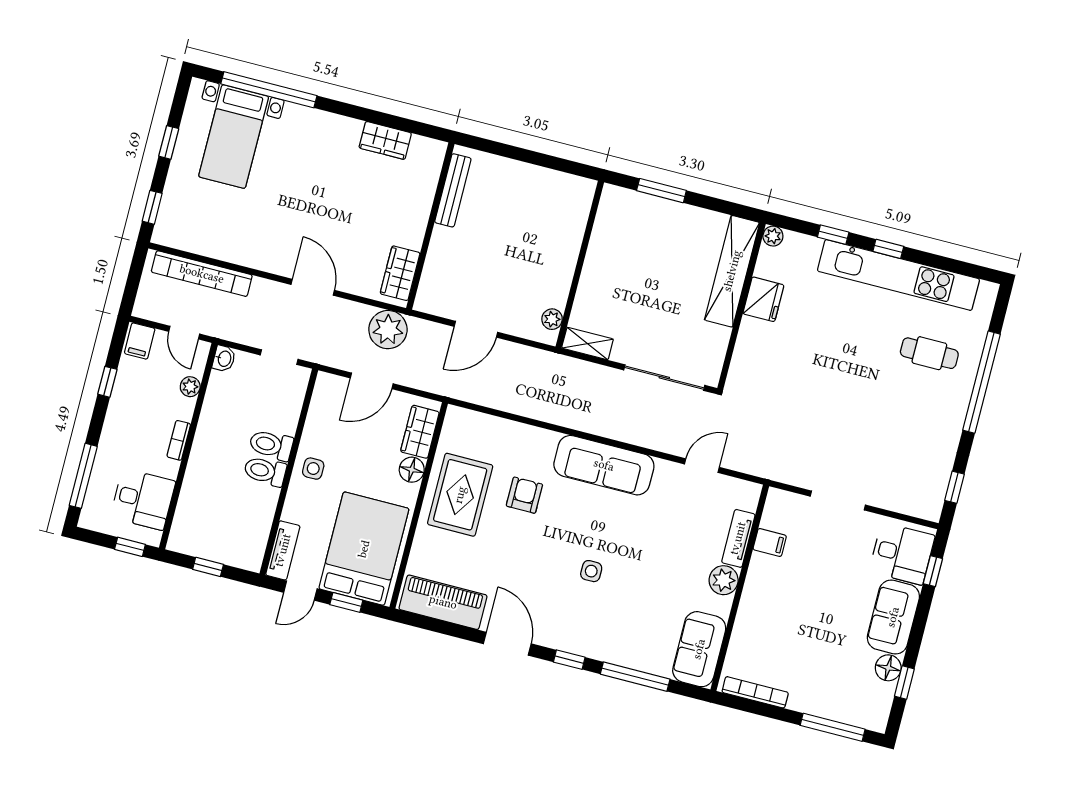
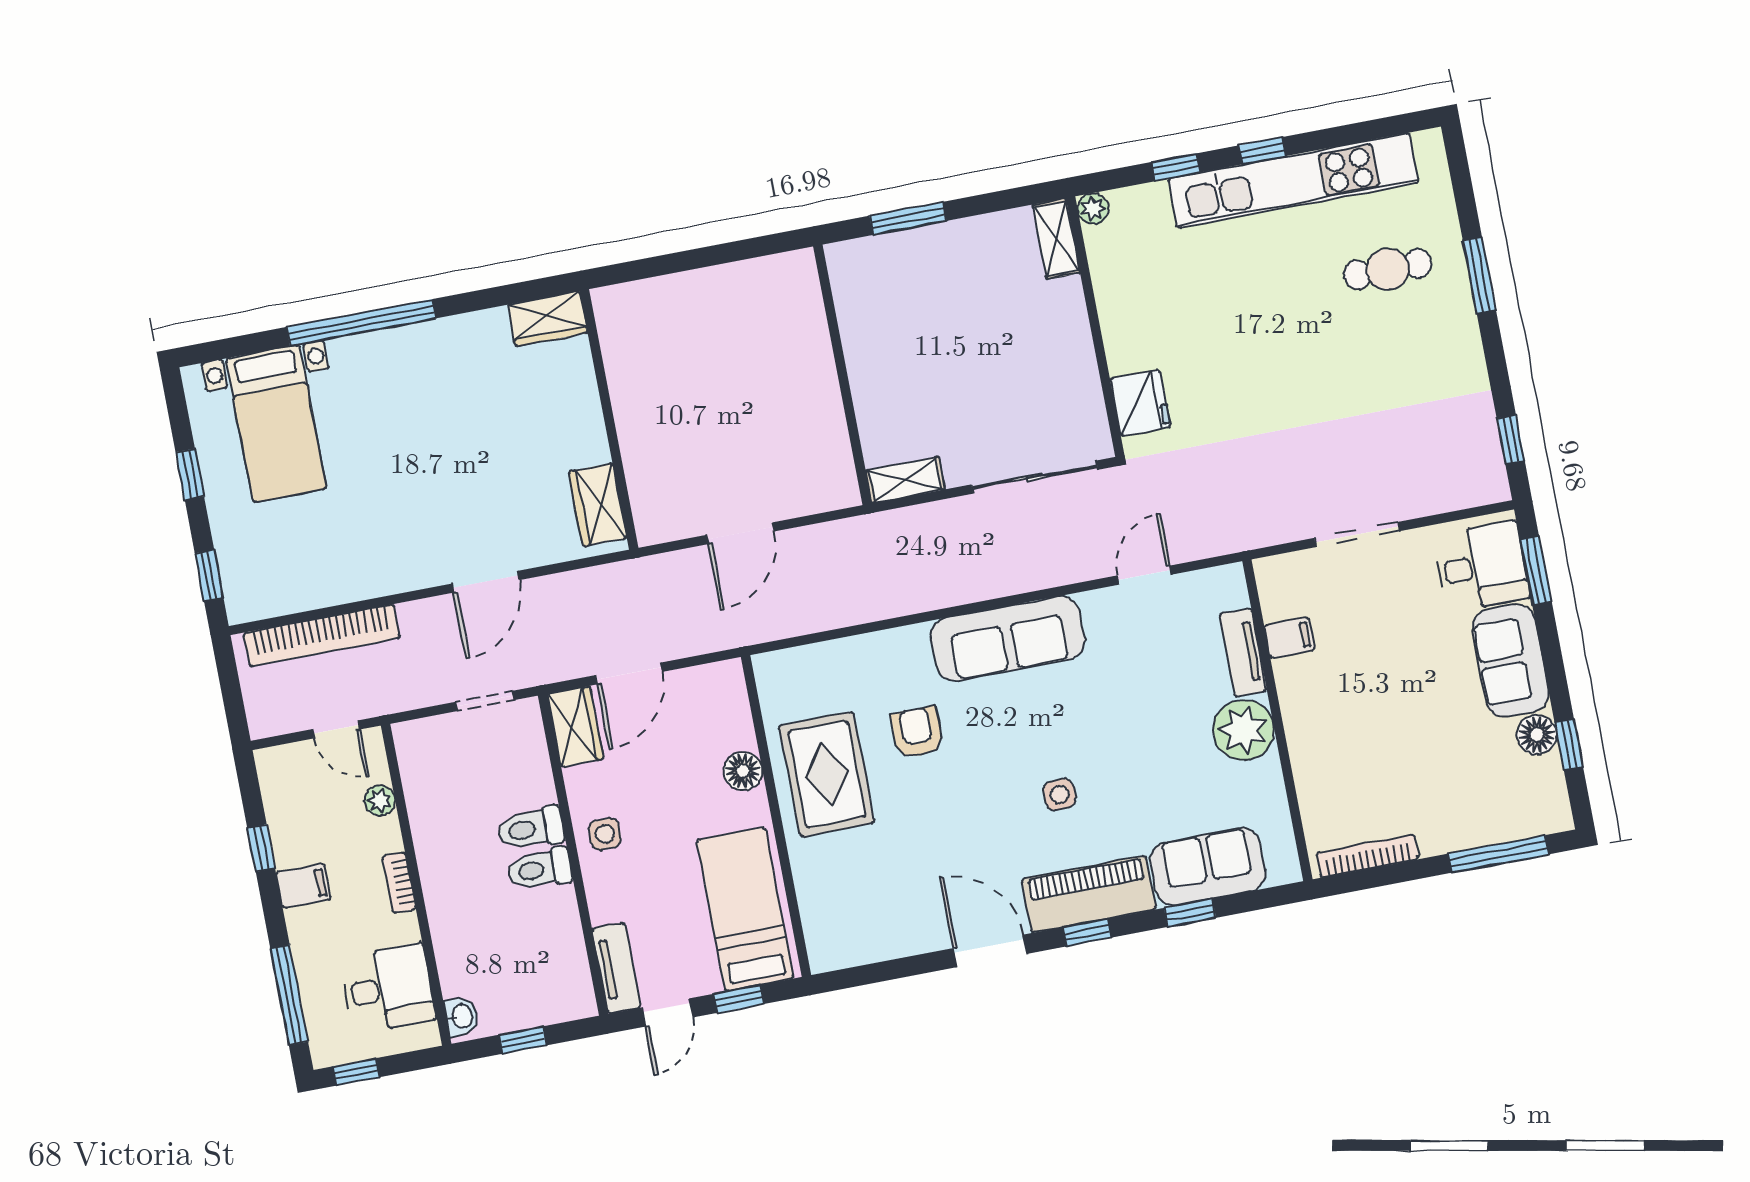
window: (269, 90) -> (361, 323), moved
wardrobe: (385, 140) -> (548, 319), moved
bench: (453, 190) -> (617, 355), removed
shelving: (732, 271) -> (1056, 239), width x0.45, depth x0.75
door: (313, 287) -> (486, 582), swing flipped
fridge: (763, 299) -> (1140, 403), moved
plant: (552, 319) -> (840, 469), removed
plant: (388, 330) -> (618, 591), removed
filing cabinet: (140, 341) -> (303, 886), moved, turned -90
washbasin: (224, 359) -> (461, 1016), moved
window: (981, 382) -> (1479, 275), width x0.47
wardrobe: (420, 432) -> (575, 726), moved, turned 180
window: (130, 547) -> (356, 1072), moved
bed: (364, 549) -> (745, 909), width x0.67
window: (933, 571) -> (1536, 571), width x1.50
plant: (724, 580) -> (1243, 730), width x1.36, depth x1.36
piano: (443, 602) -> (1089, 894), moved
sofa: (699, 649) -> (1208, 867), moved, turned 90
window: (635, 677) -> (1190, 913), width x0.46

